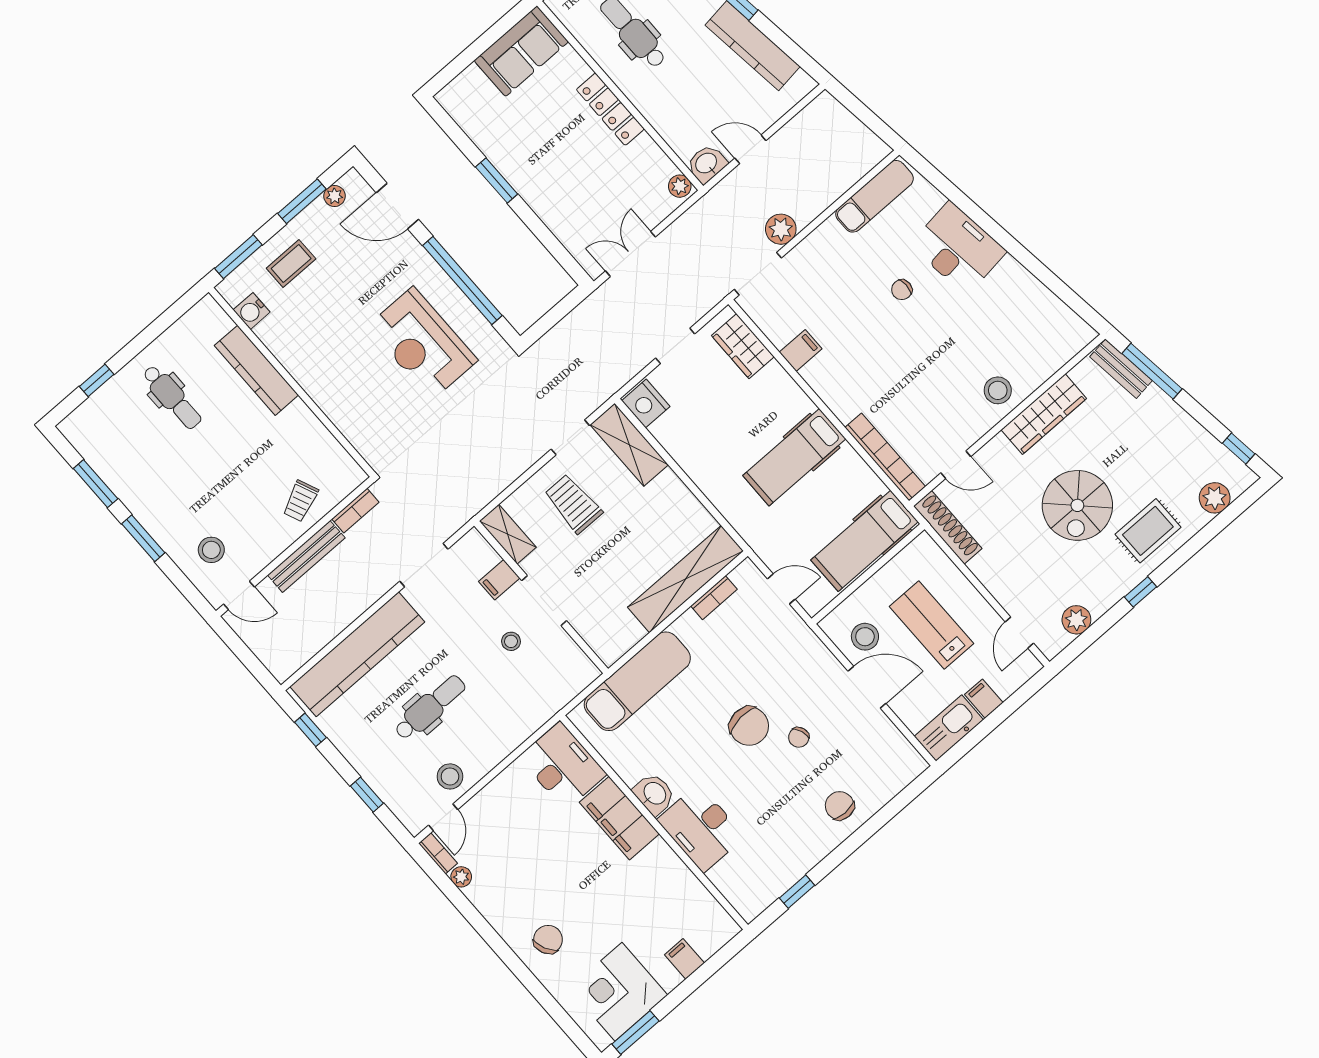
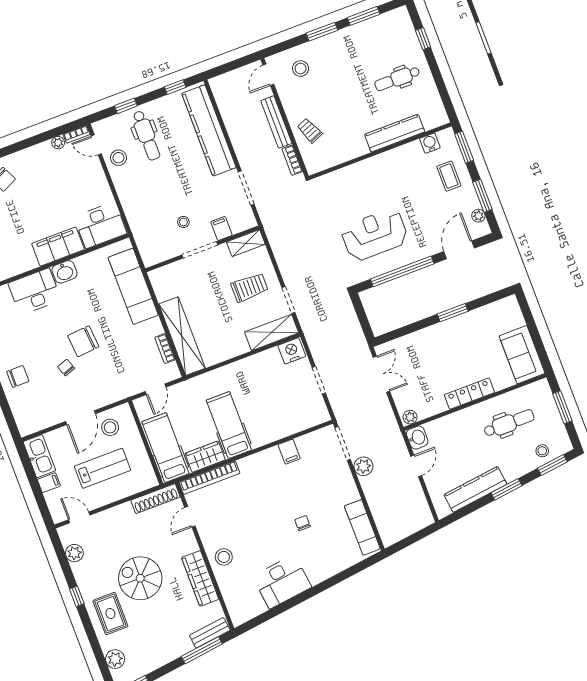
desk: (958, 248) -> (282, 582), moved
wardrobe: (743, 346) -> (205, 457), moved
dental chair: (430, 707) -> (146, 135), moved

